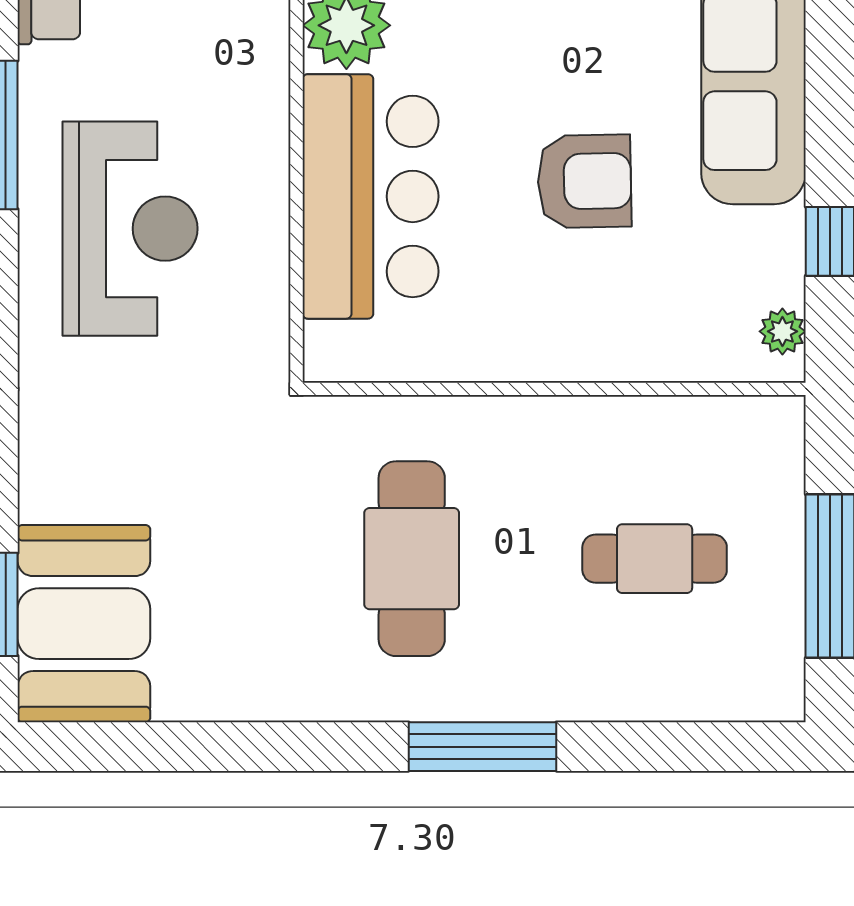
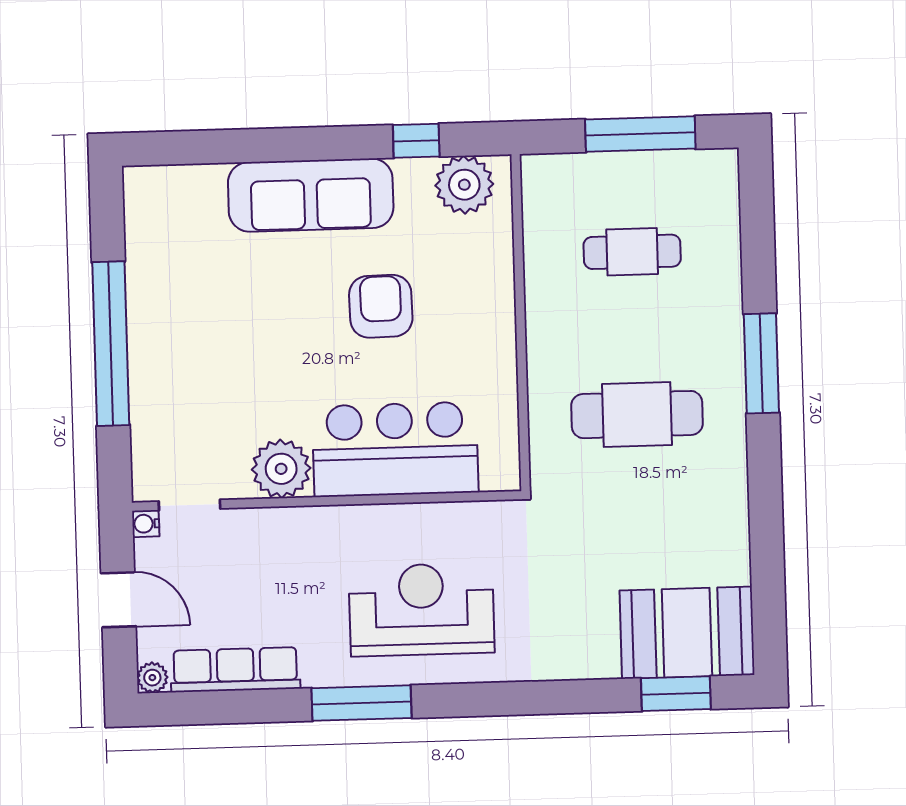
plant: (782, 331) -> (464, 185), width x1.88, depth x1.88
cafe table: (655, 559) -> (632, 252), turned 90

